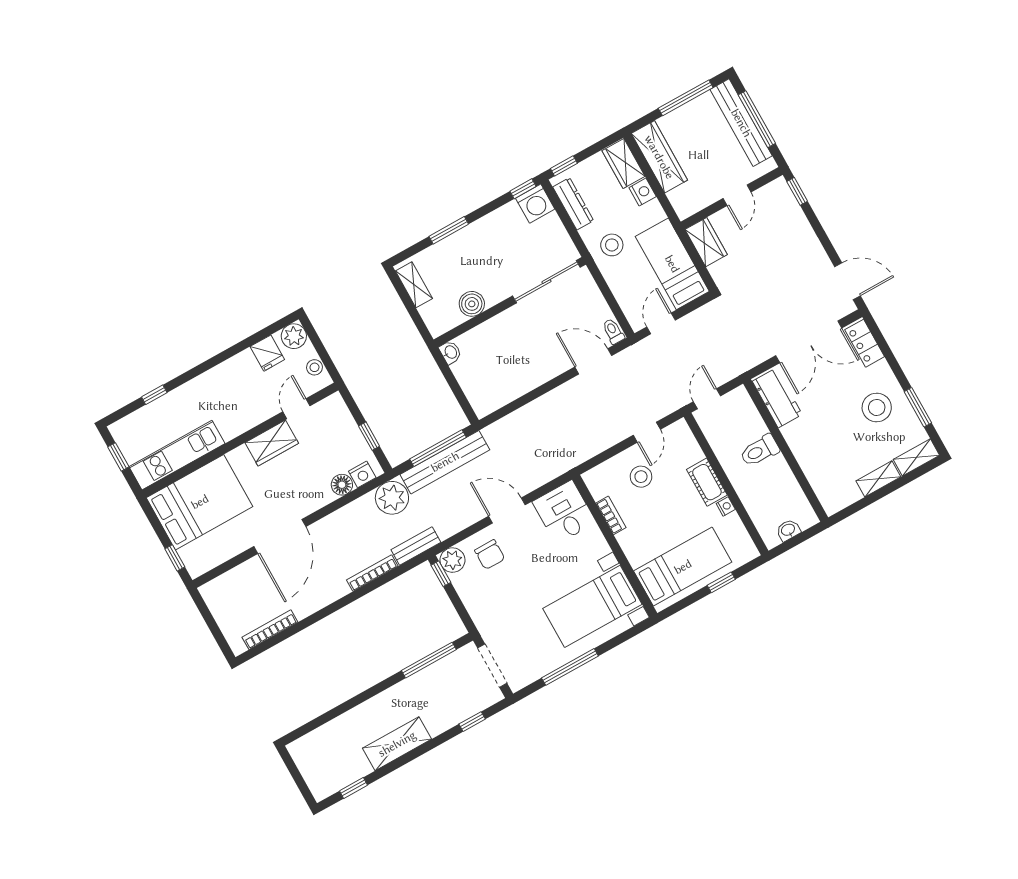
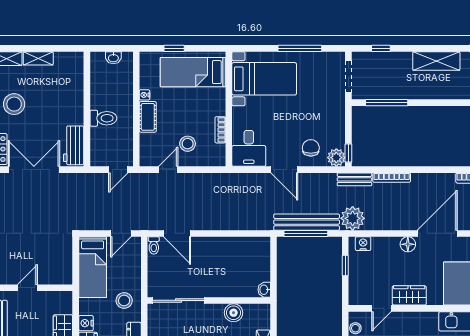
wardrobe: (706, 242) -> (63, 269), removed
floor lamp: (342, 485) -> (408, 244), moved

